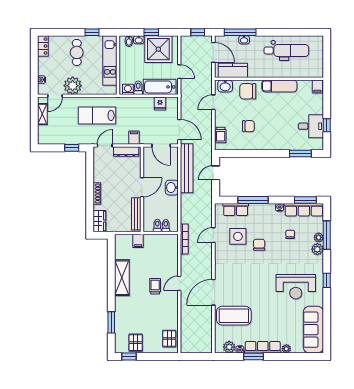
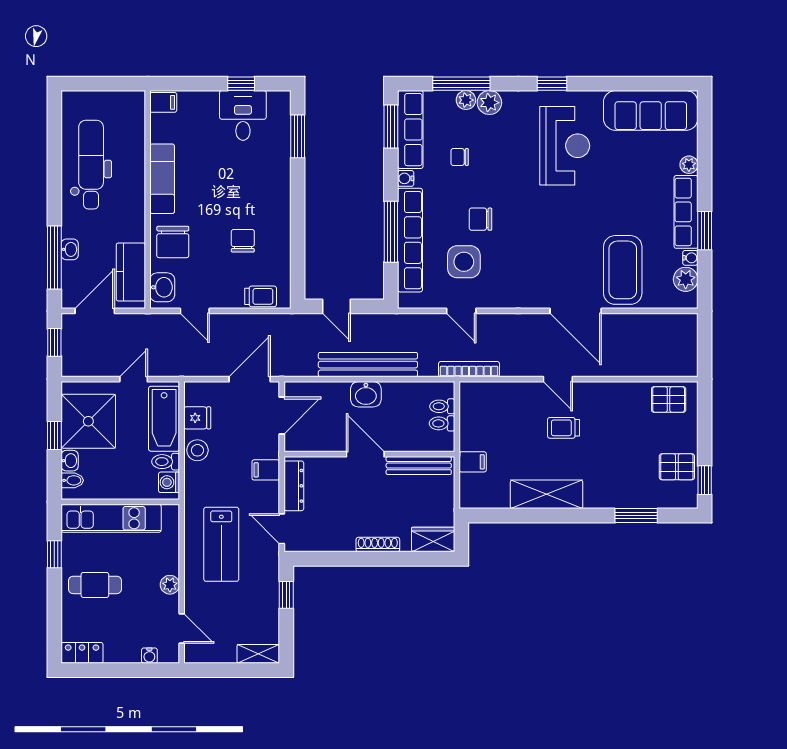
plant: (73, 86) -> (170, 585), width x0.53, depth x0.53
stool: (144, 104) -> (197, 450), added
shelving: (42, 114) -> (258, 654), moved
bench: (187, 168) -> (368, 365), moved
row of seats: (236, 210) -> (410, 240), width x2.02

